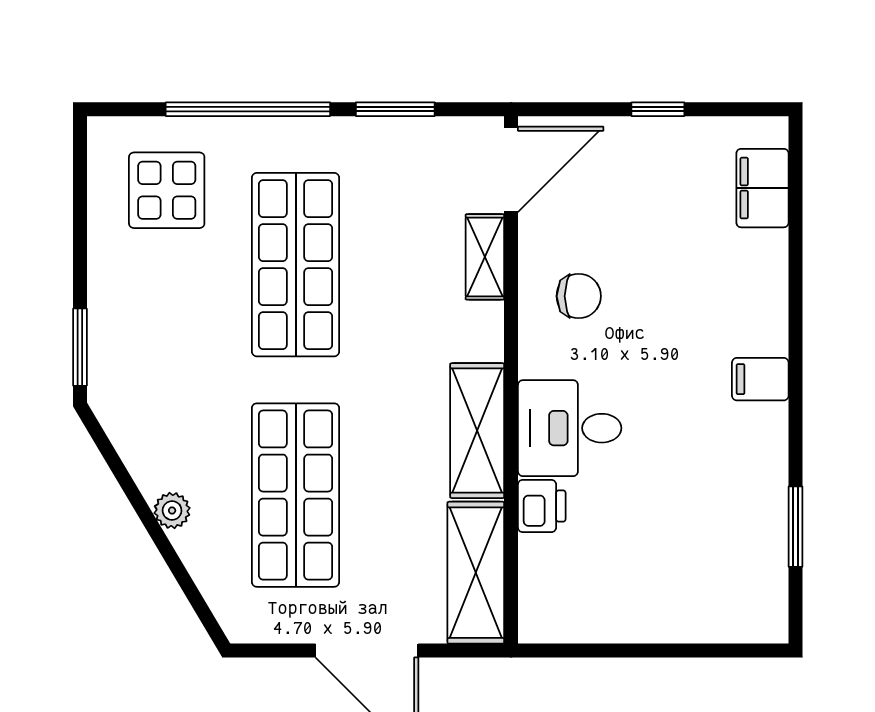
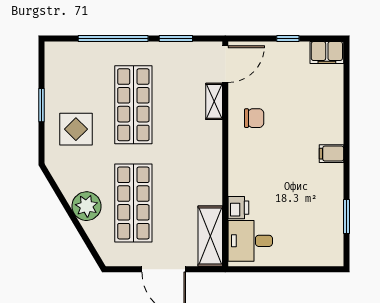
filing cabinet: (762, 188) -> (327, 53), moved, turned -90
display table: (167, 190) -> (76, 129), moved
window: (80, 347) -> (41, 105), moved
desk: (570, 428) -> (250, 241), moved
shelving: (477, 431) -> (211, 175), removed
plant: (172, 511) -> (87, 206), width x1.87, depth x1.87

